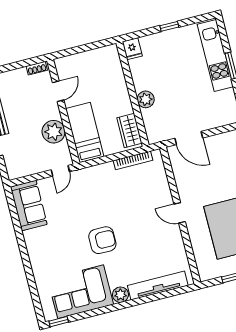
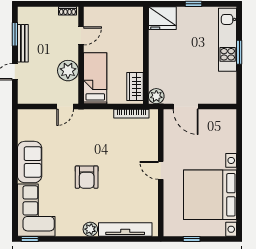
fridge: (132, 49) -> (162, 18), width x1.88, depth x1.34
plant: (146, 99) -> (156, 96), moved
sofa: (29, 206) -> (30, 162), moved
armchair: (102, 240) -> (87, 177), turned 90
corner sofa: (81, 292) -> (36, 210), moved, turned 90

